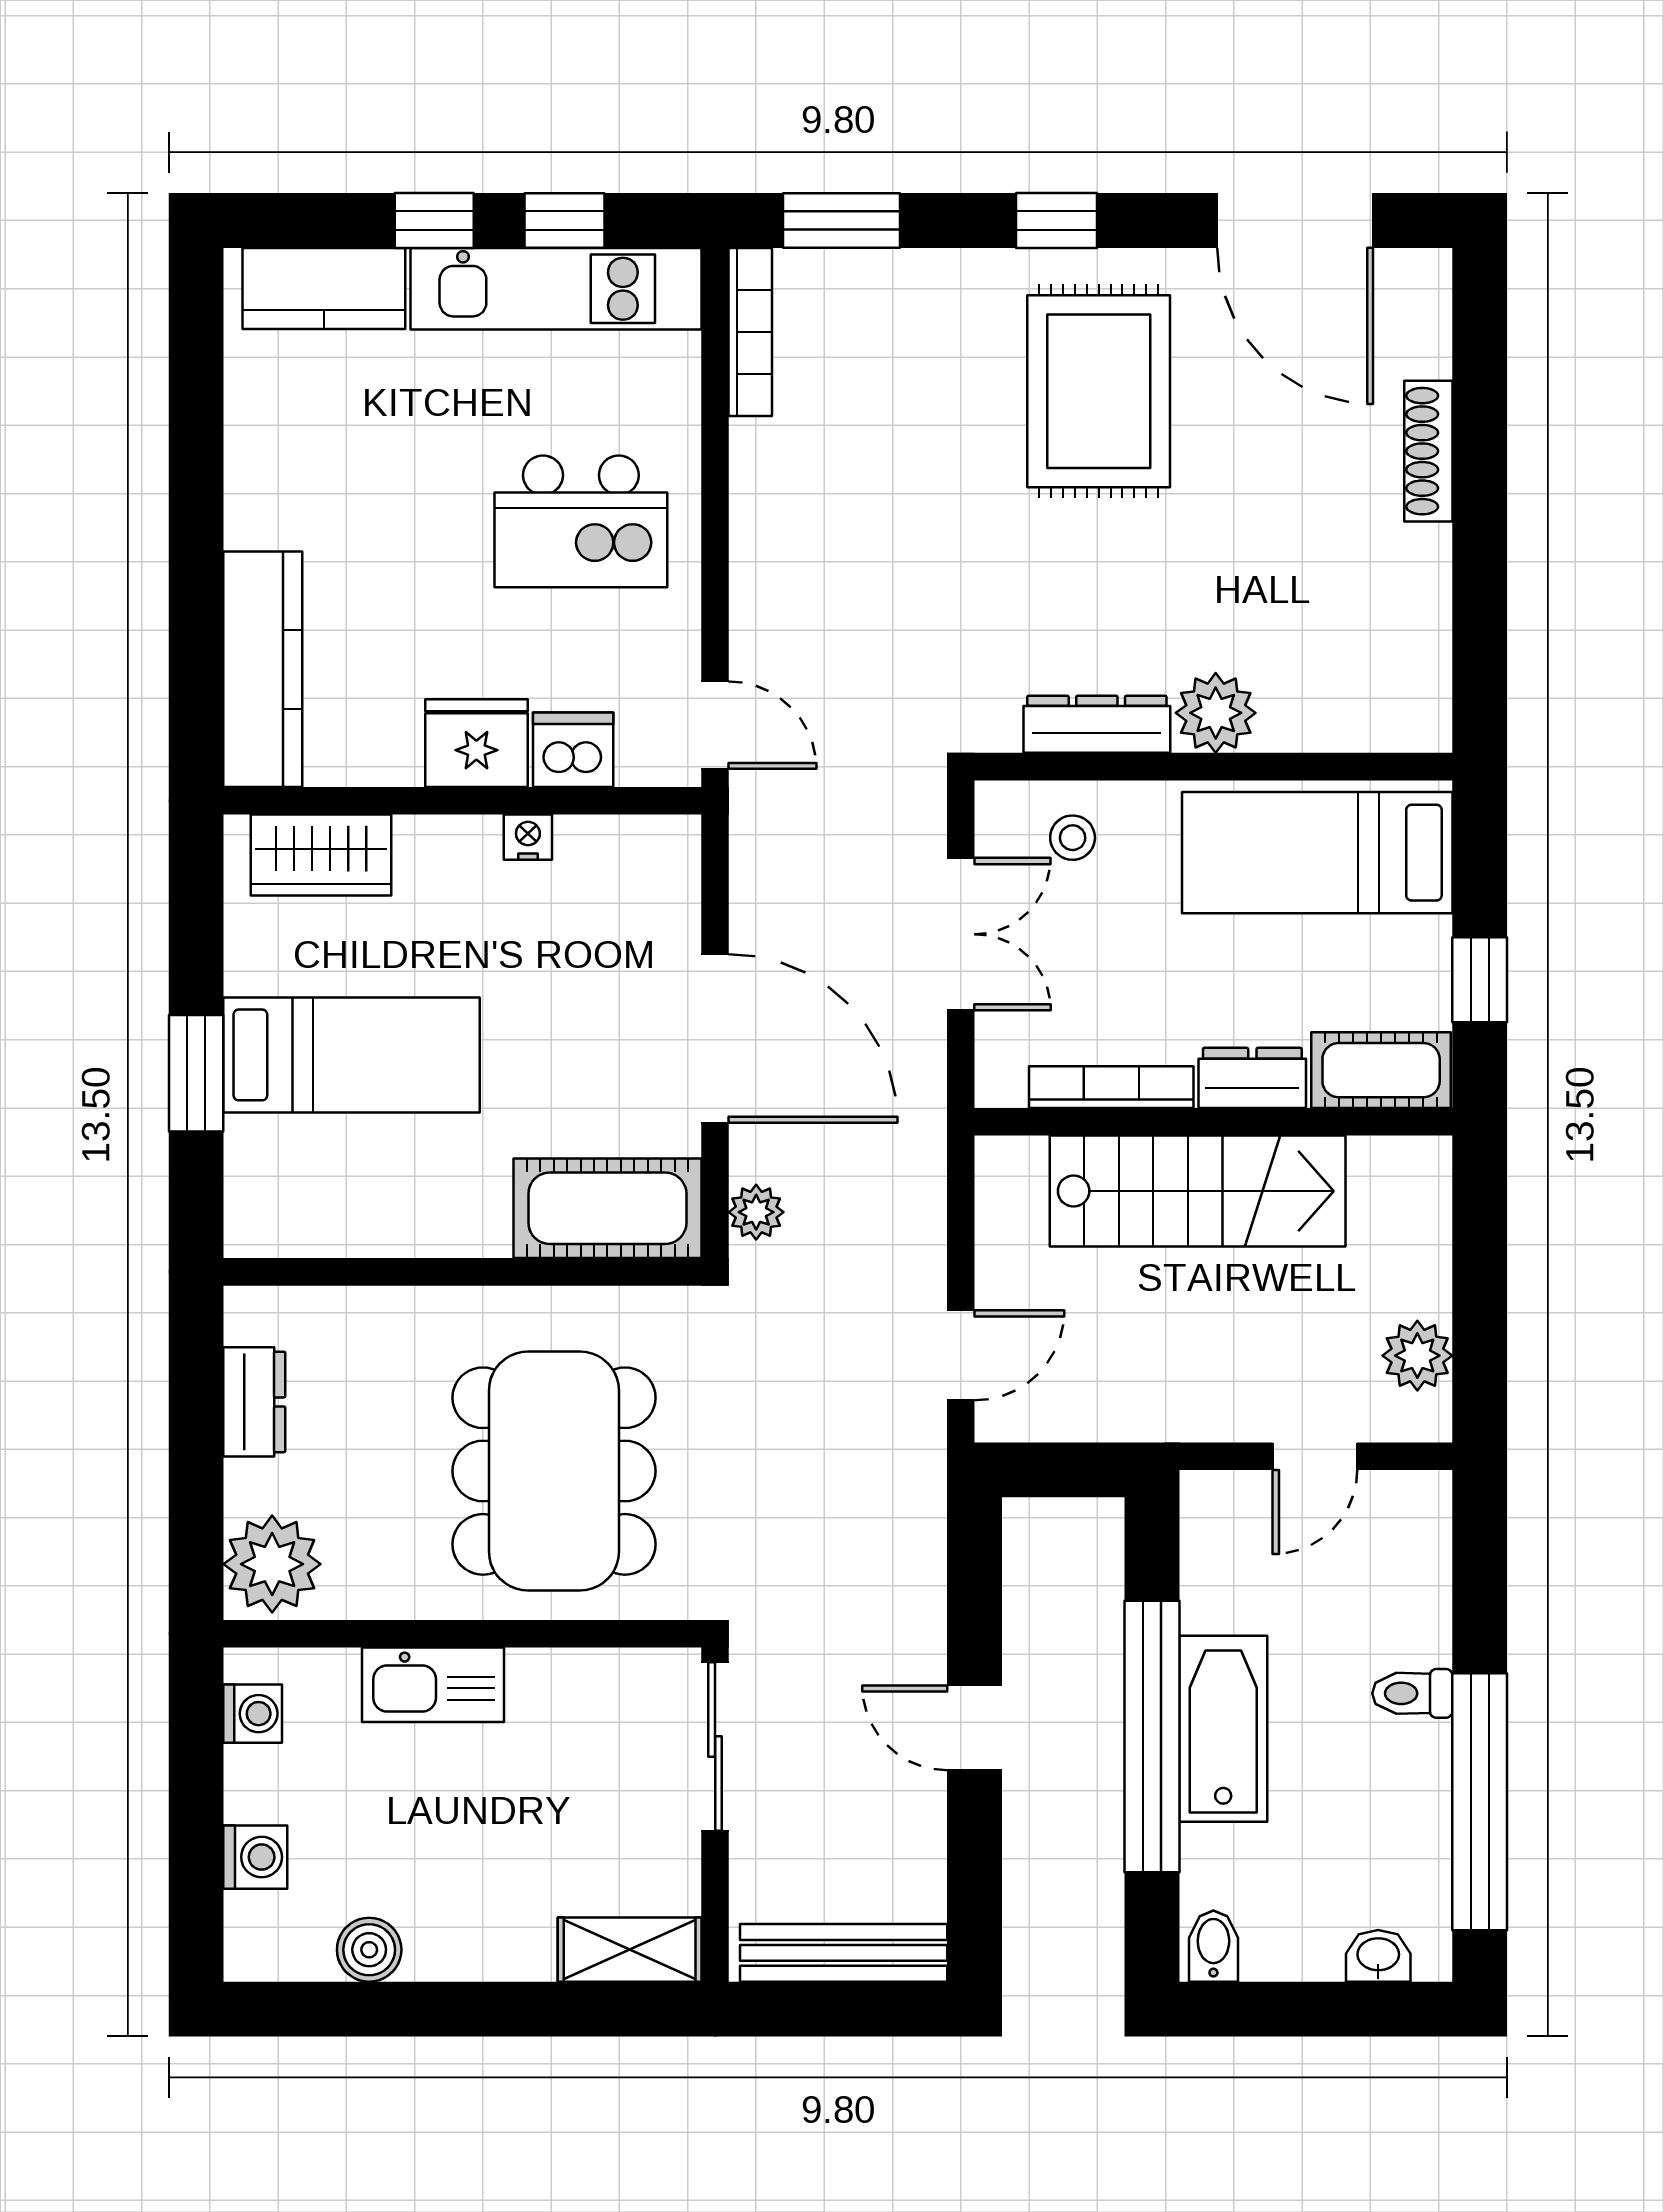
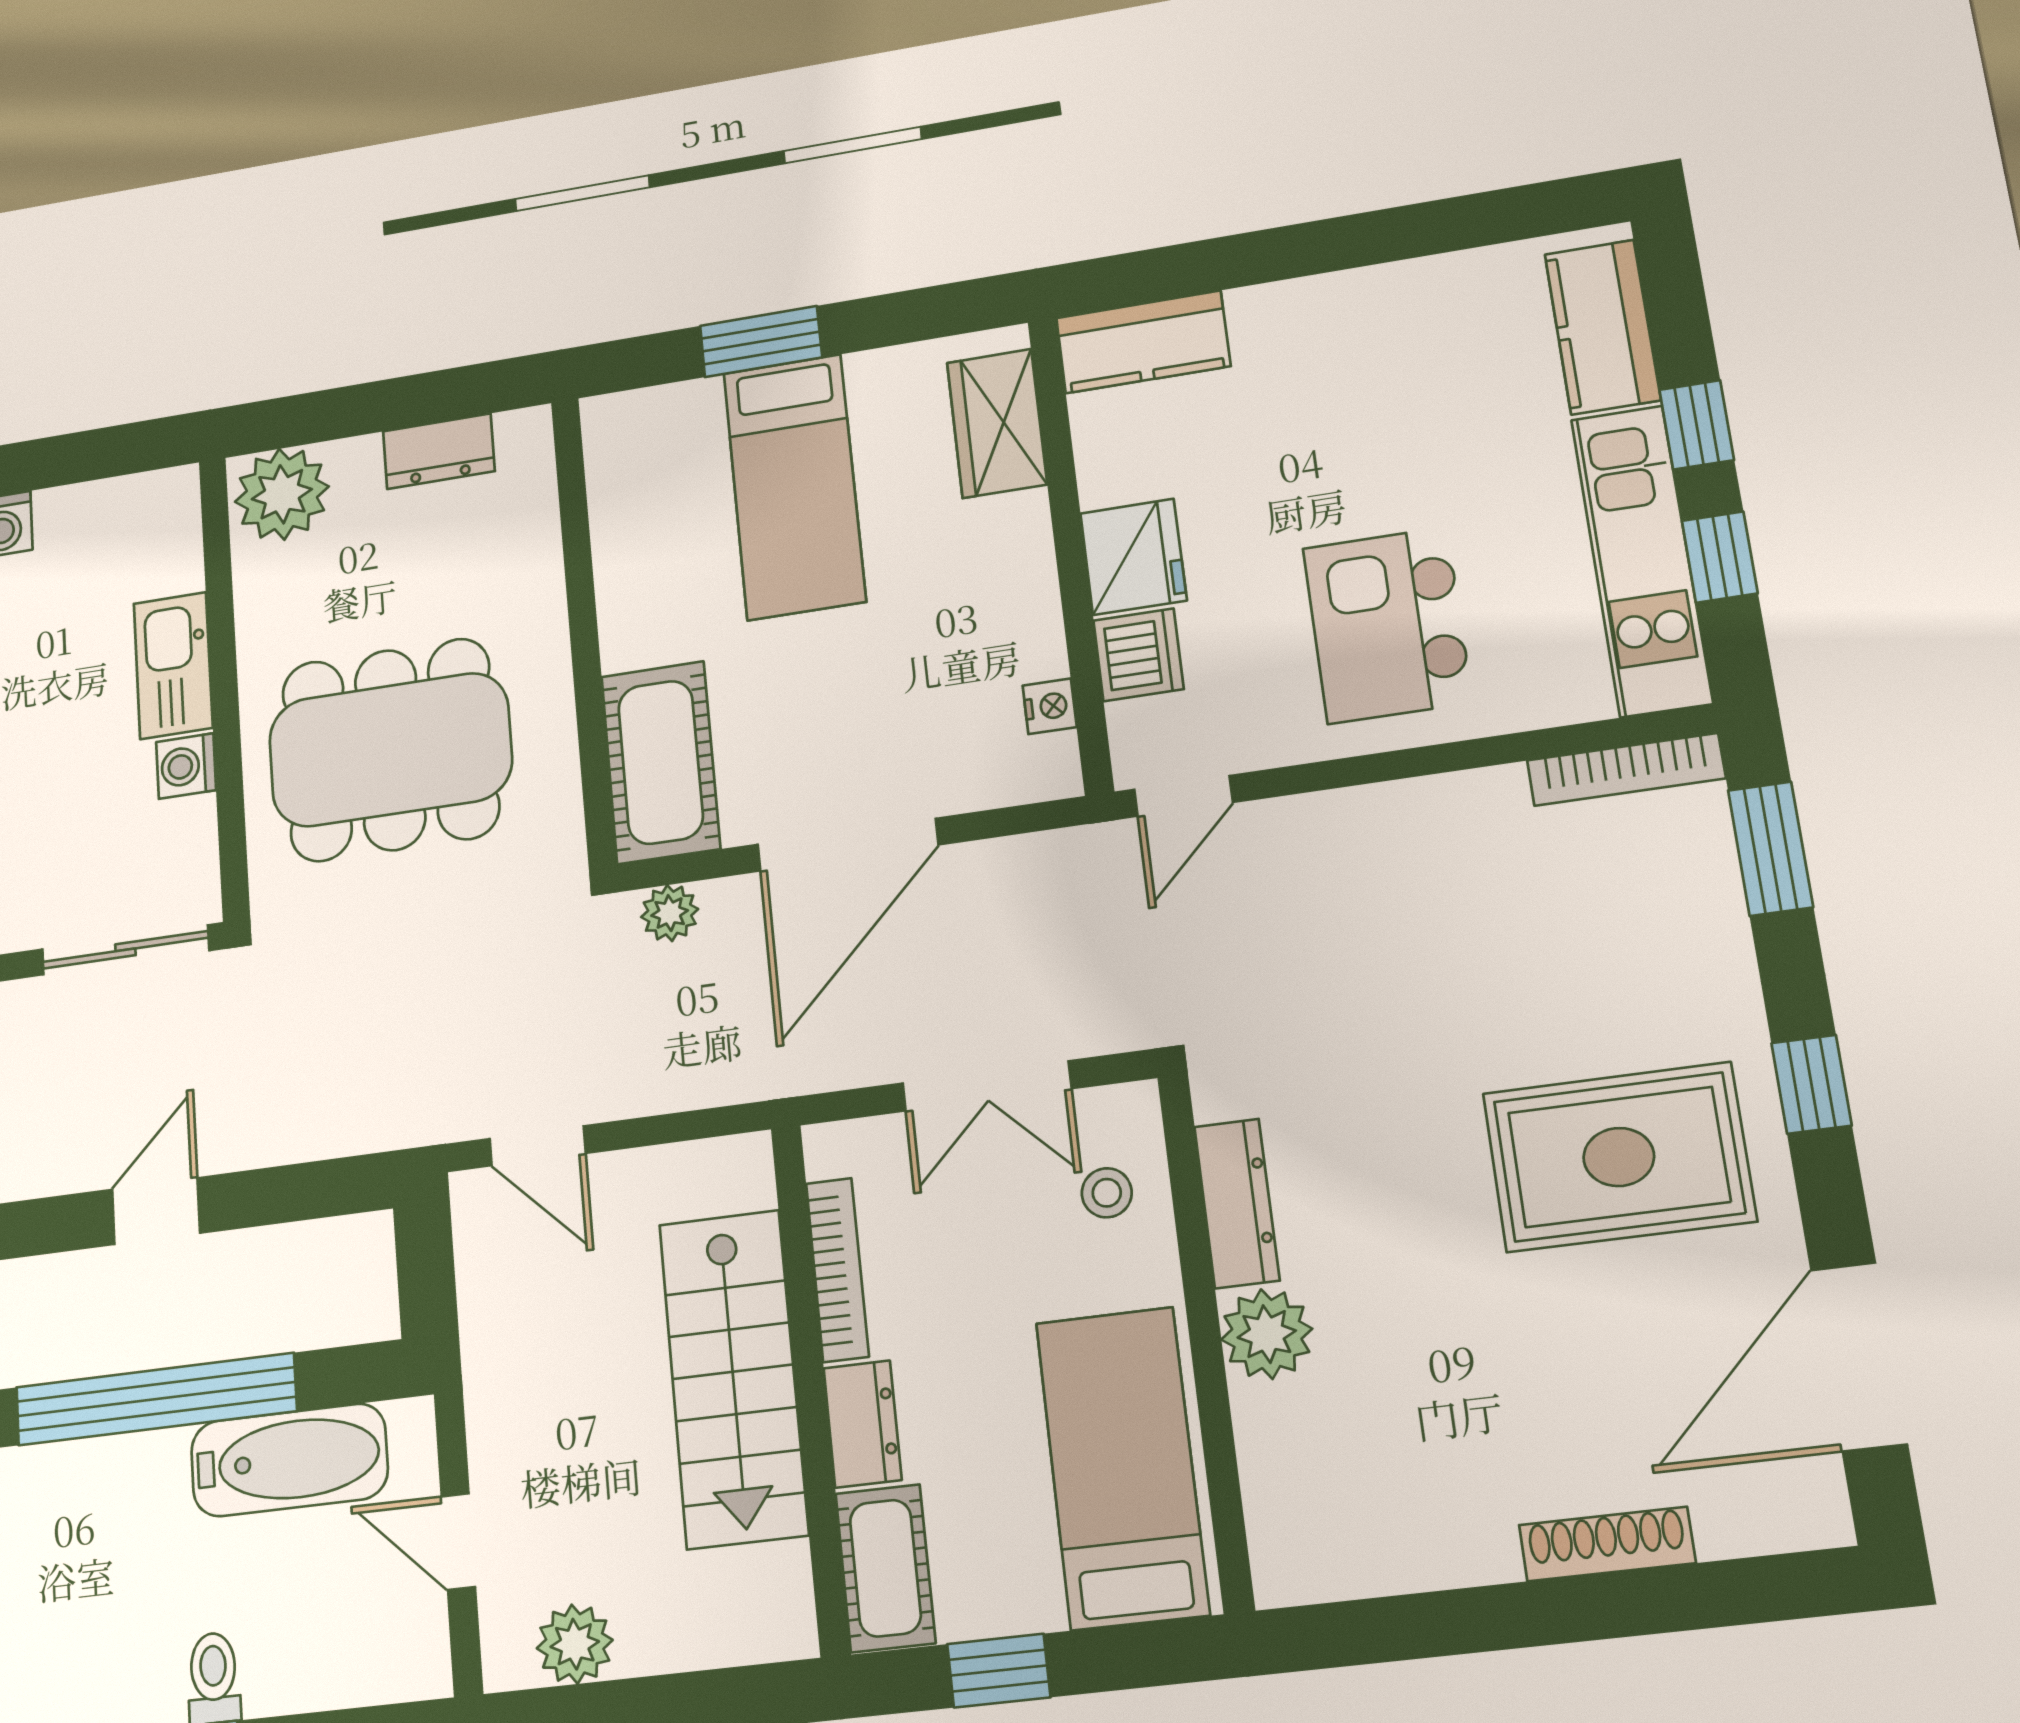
kitchen counter: (263, 669) -> (1143, 342), width x0.67
nightstand: (528, 837) -> (1050, 706), moved
washing machine: (253, 1714) -> (186, 766), moved, turned 90
bathtub: (1223, 1729) -> (289, 1460), moved

